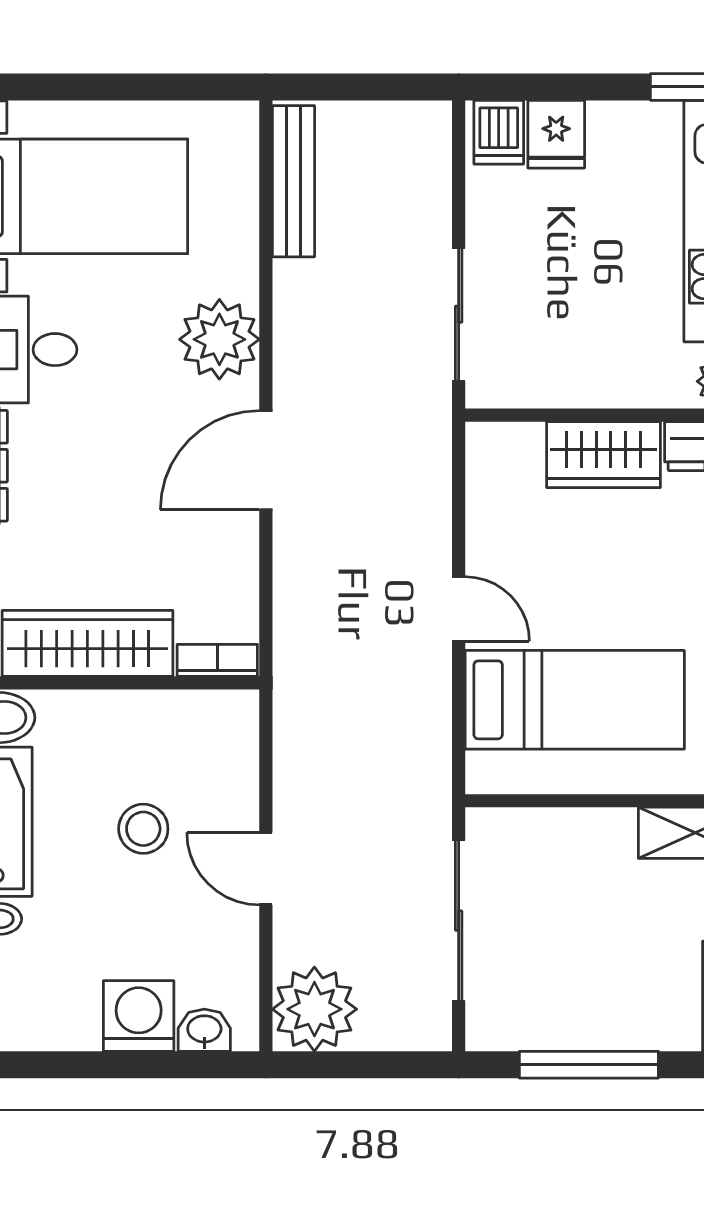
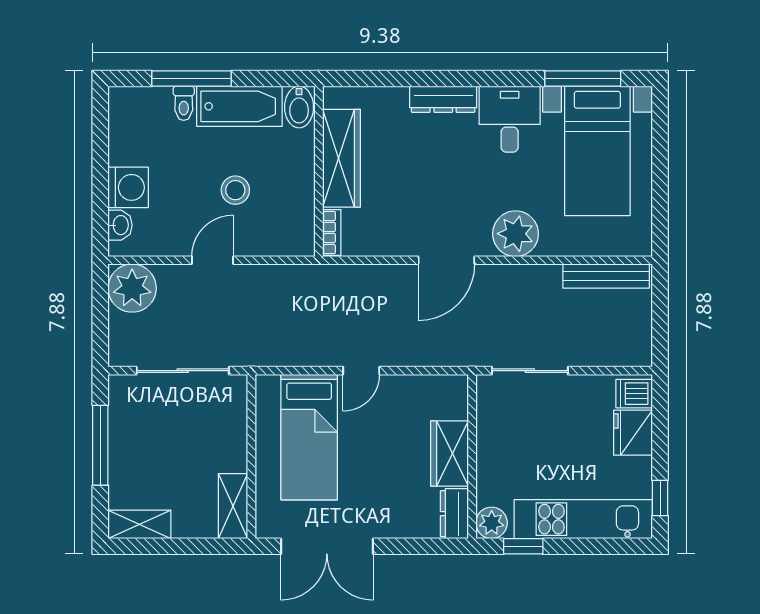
fridge: (556, 134) -> (633, 433), width x1.38
door: (266, 460) -> (446, 260), swing flipped

